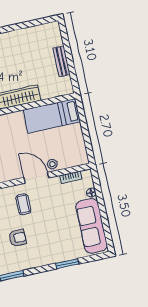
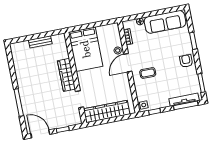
bed: (52, 116) -> (86, 49), width x1.50
armchair: (18, 238) -> (186, 61), moved

